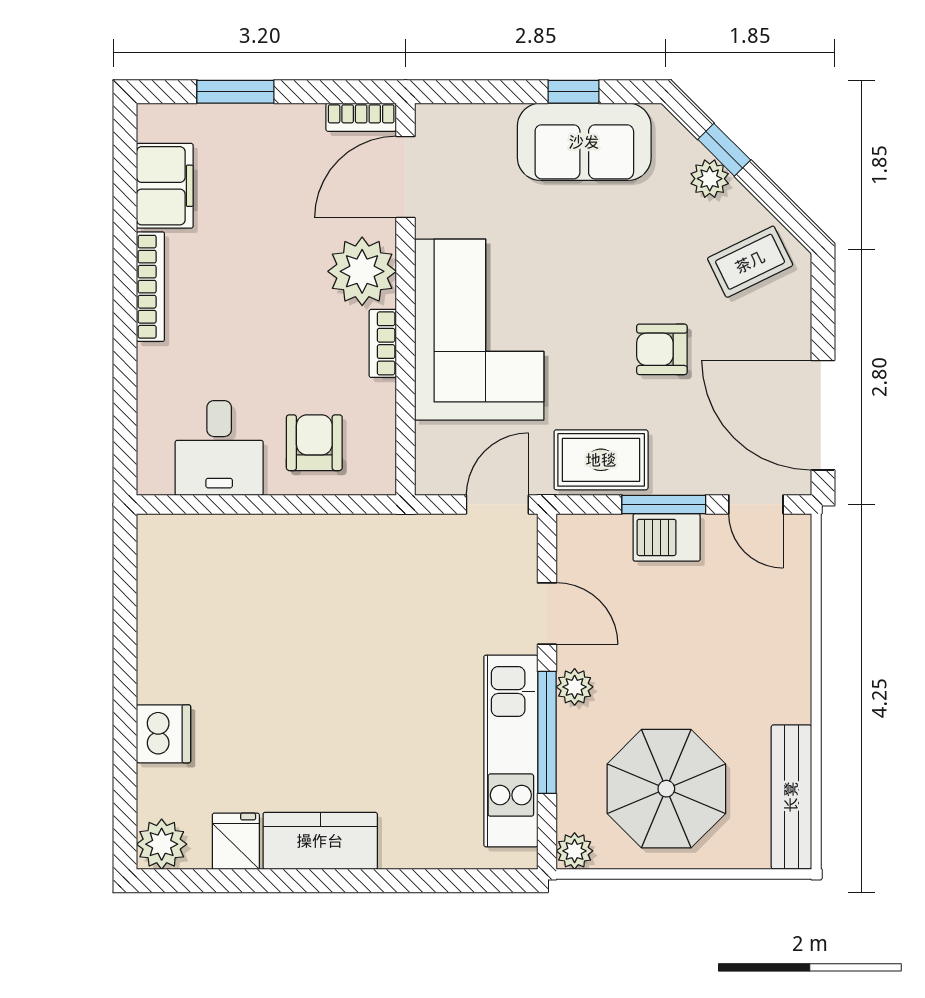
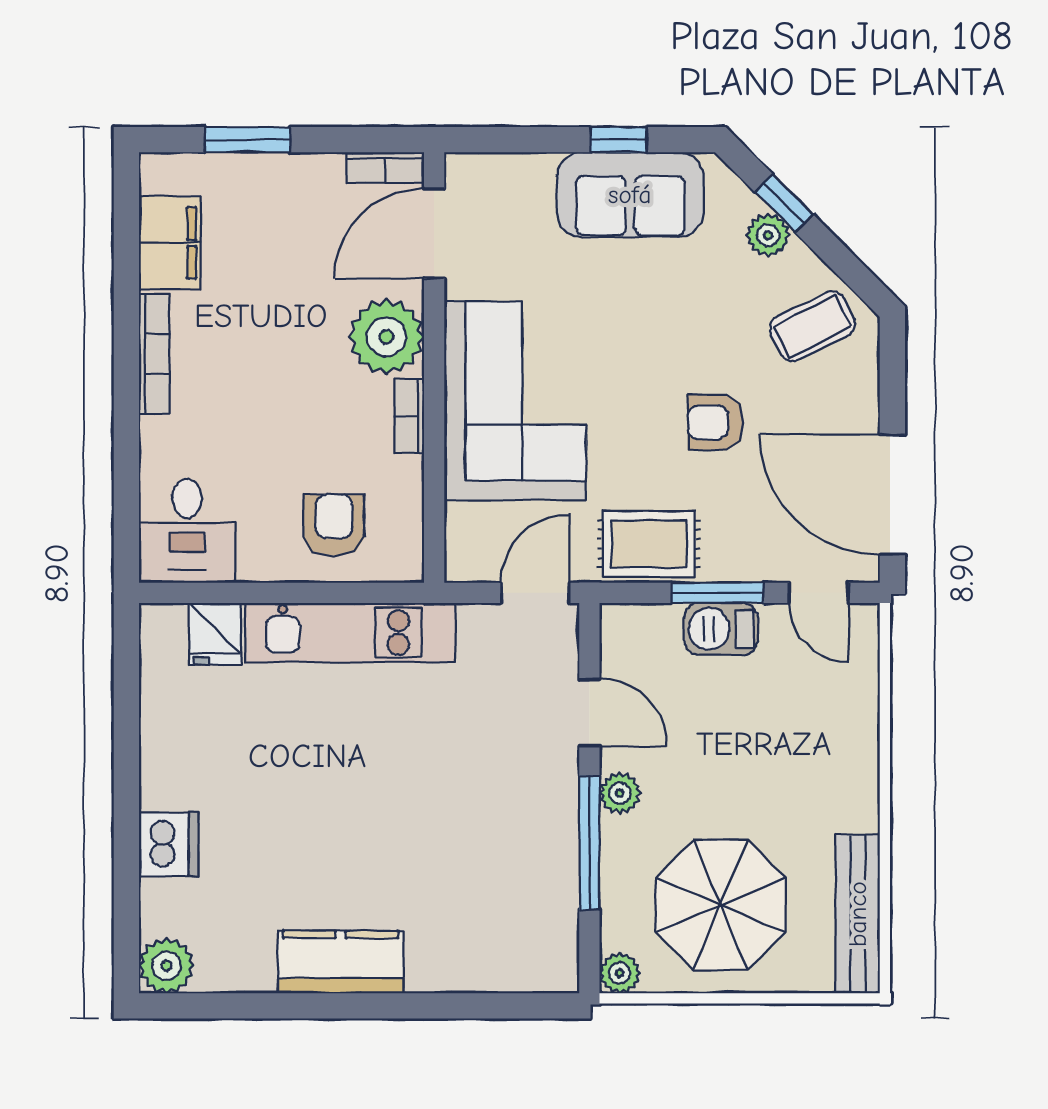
desk: (219, 448) -> (187, 531), moved
kitchen unit: (511, 751) -> (350, 632), moved, turned -90
fridge: (236, 841) -> (215, 634), moved, turned 180

